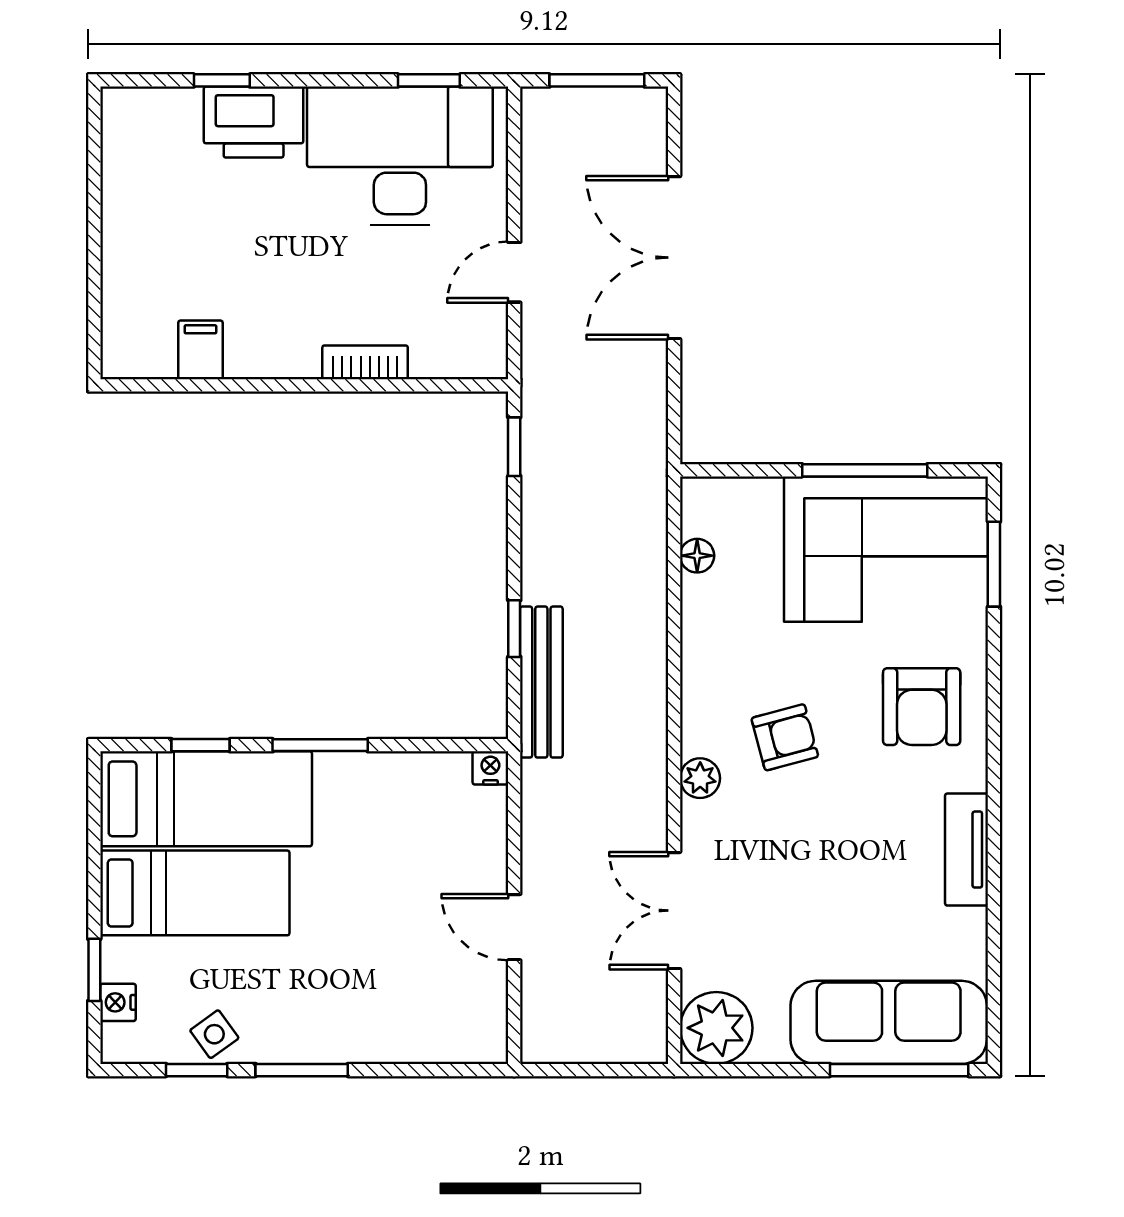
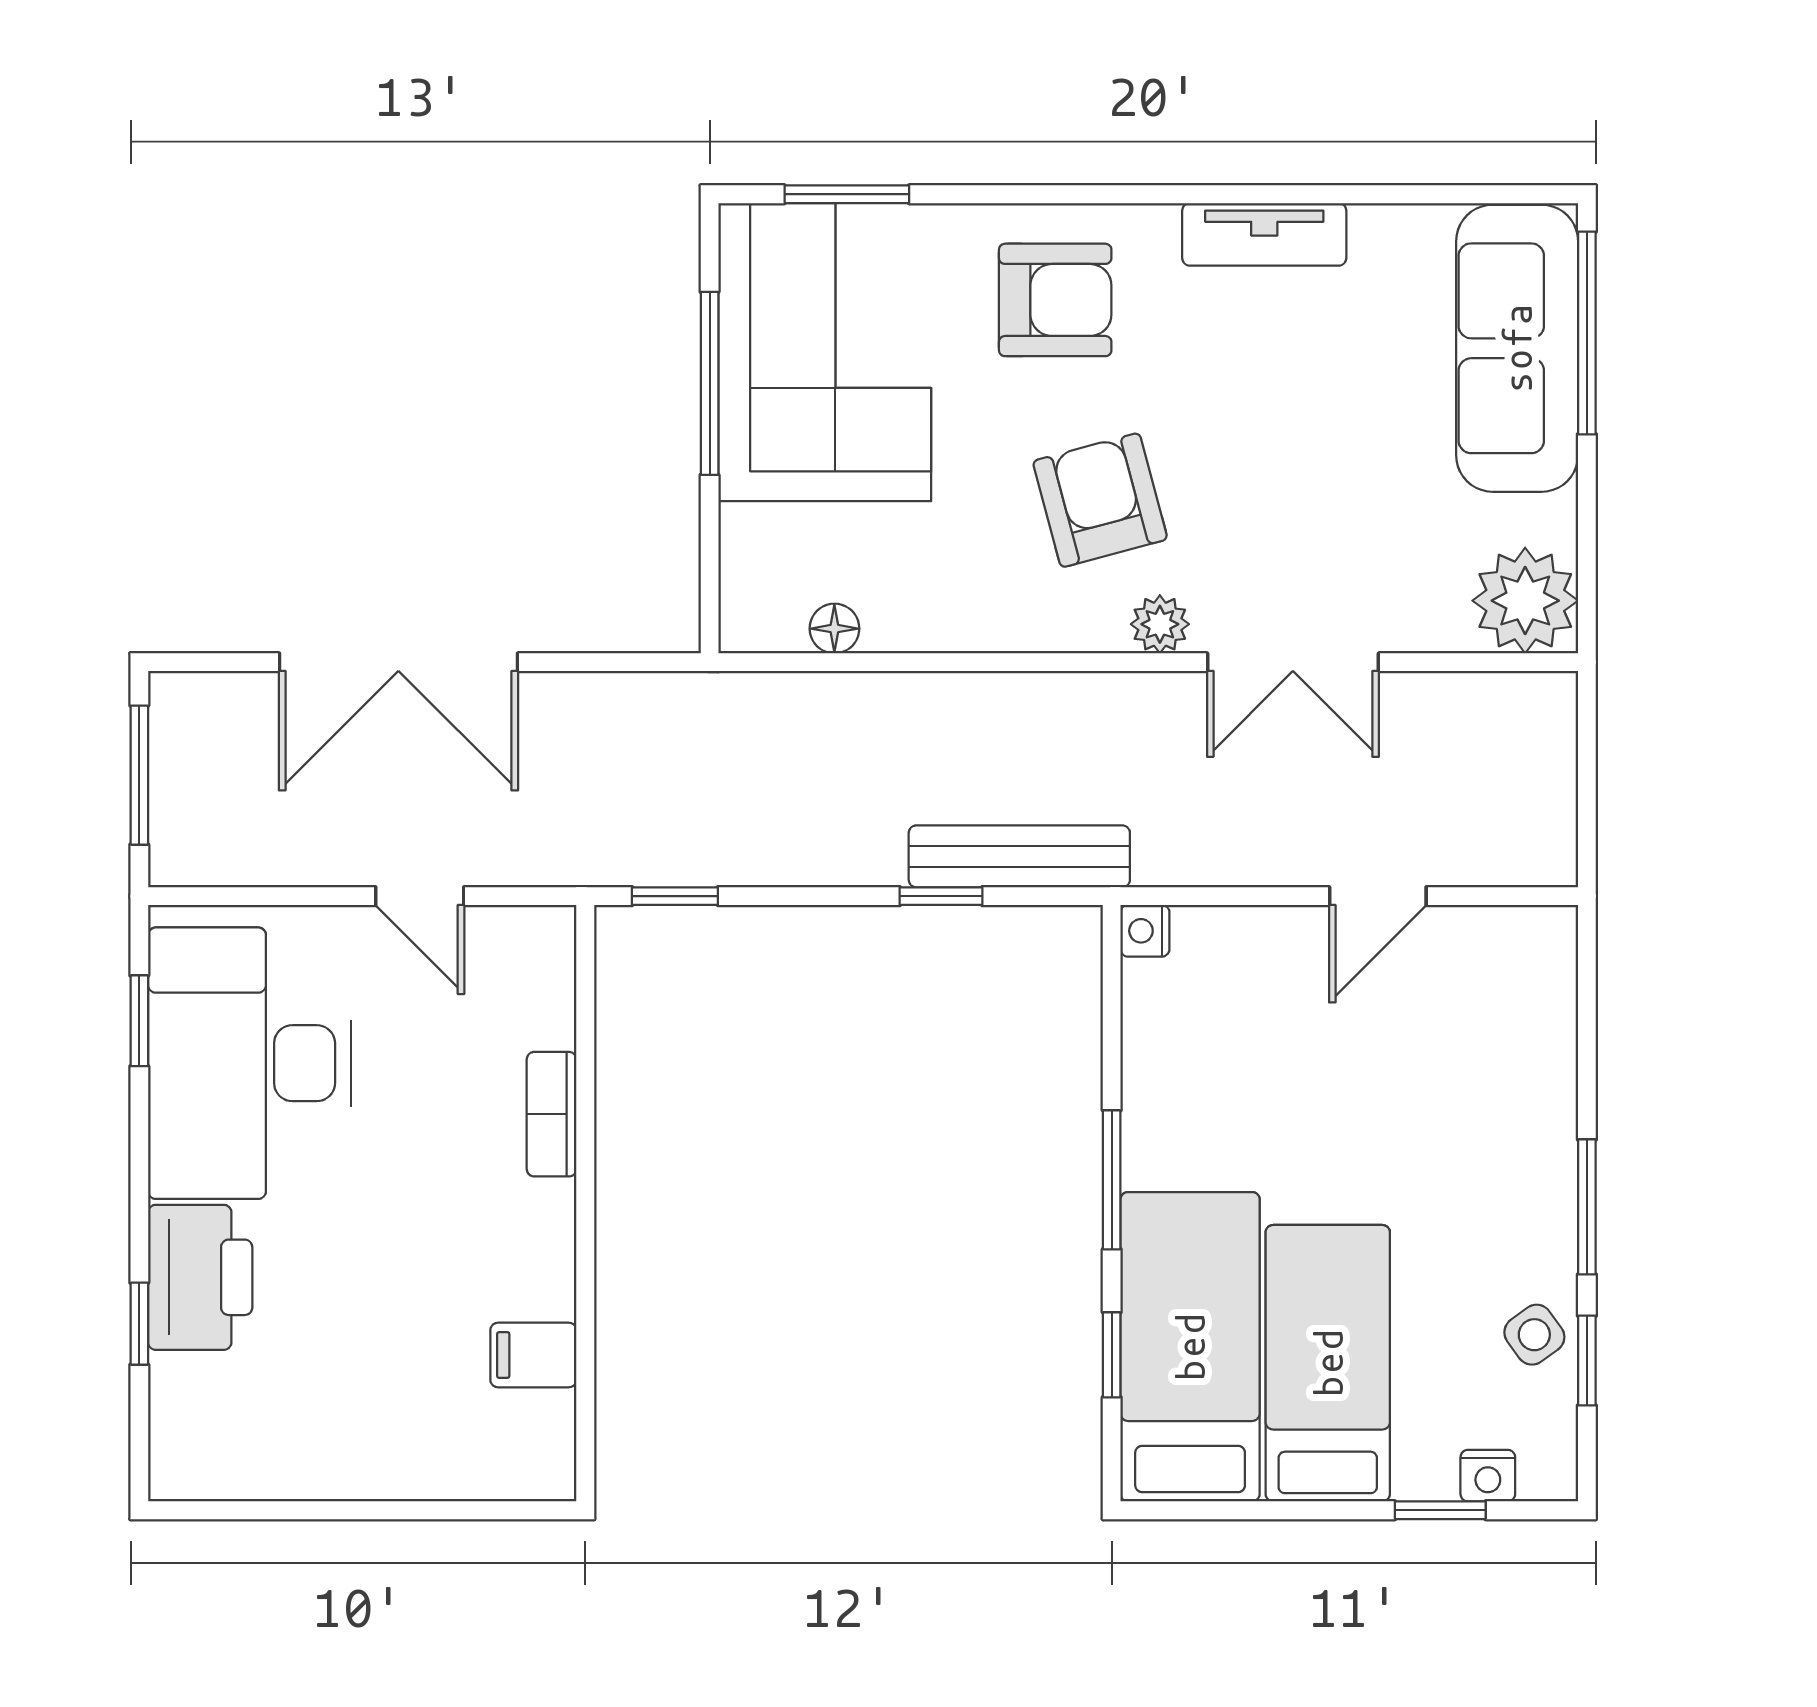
armchair: (785, 737) -> (1100, 500), width x1.38, depth x1.38
double door: (674, 911) -> (1293, 662), moved

